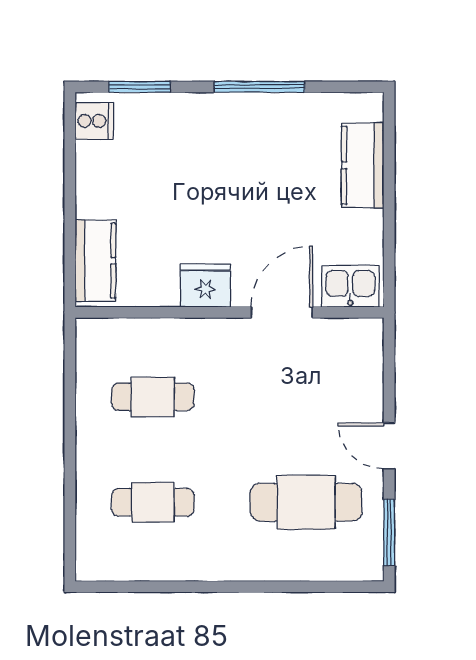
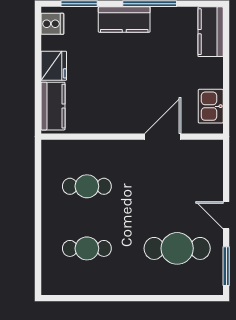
kitchen counter: (216, 114) -> (124, 20), added
kitchen counter: (363, 165) -> (211, 32), moved
fridge: (205, 286) -> (54, 66), moved, turned 90
kitchen sink: (350, 286) -> (211, 106), moved, turned -90

